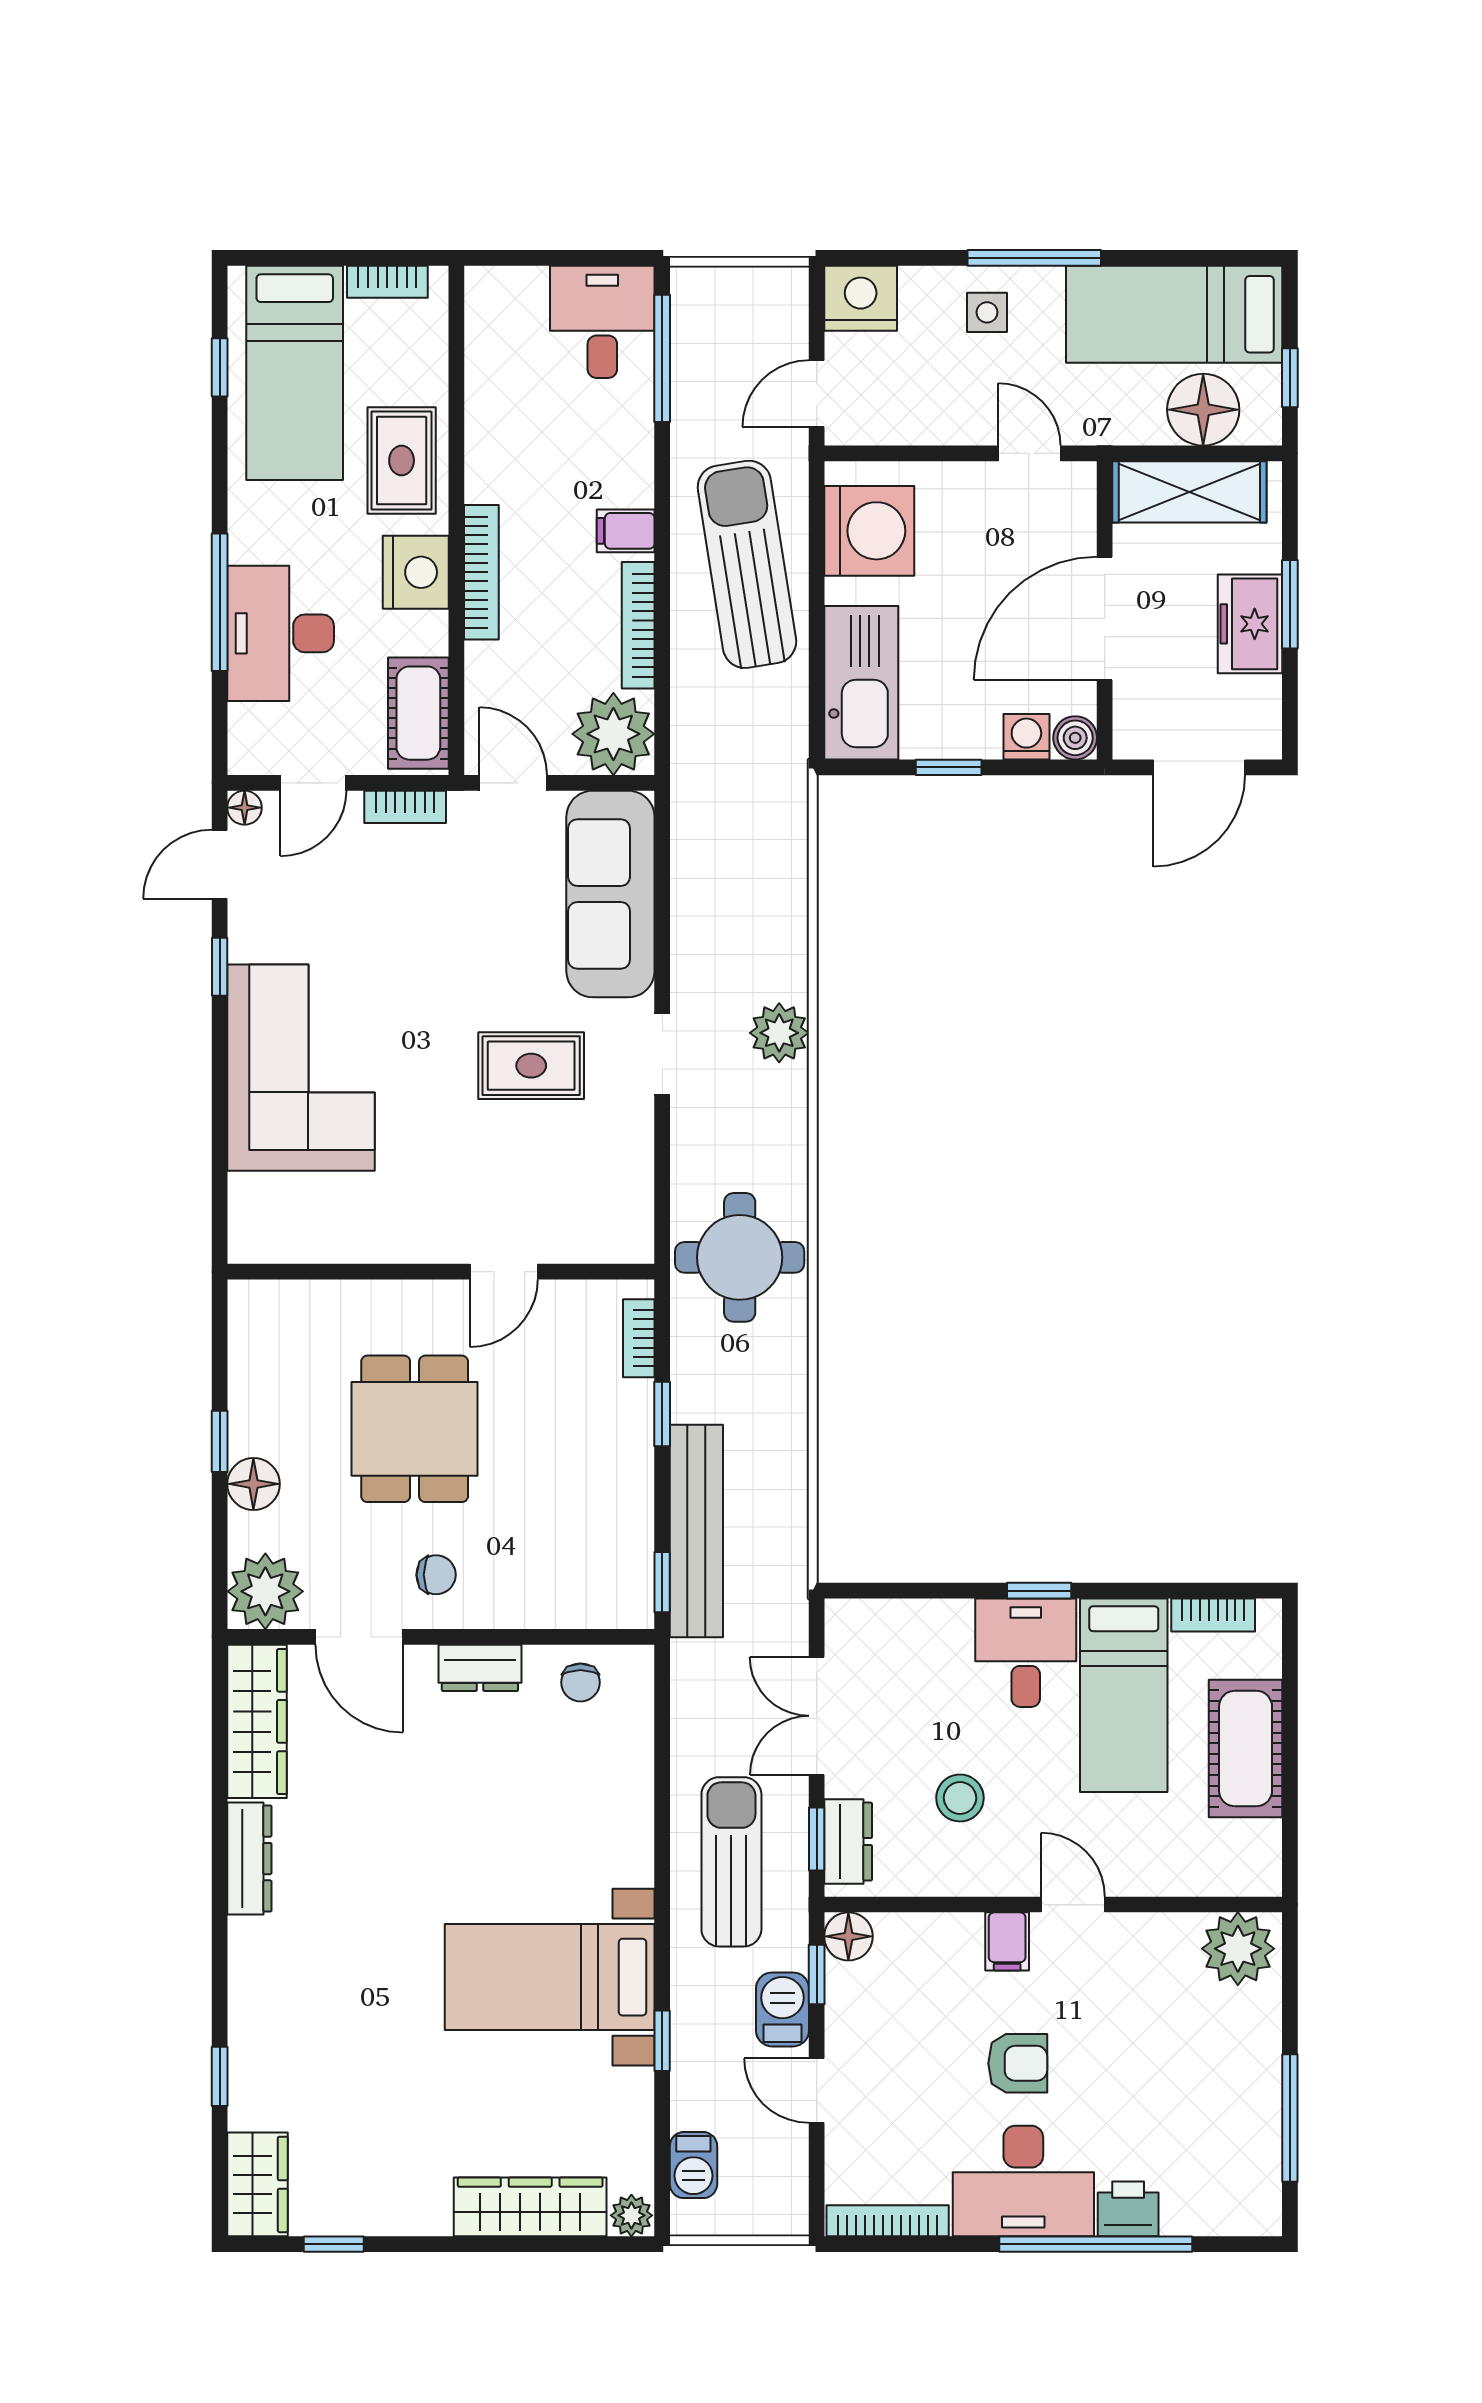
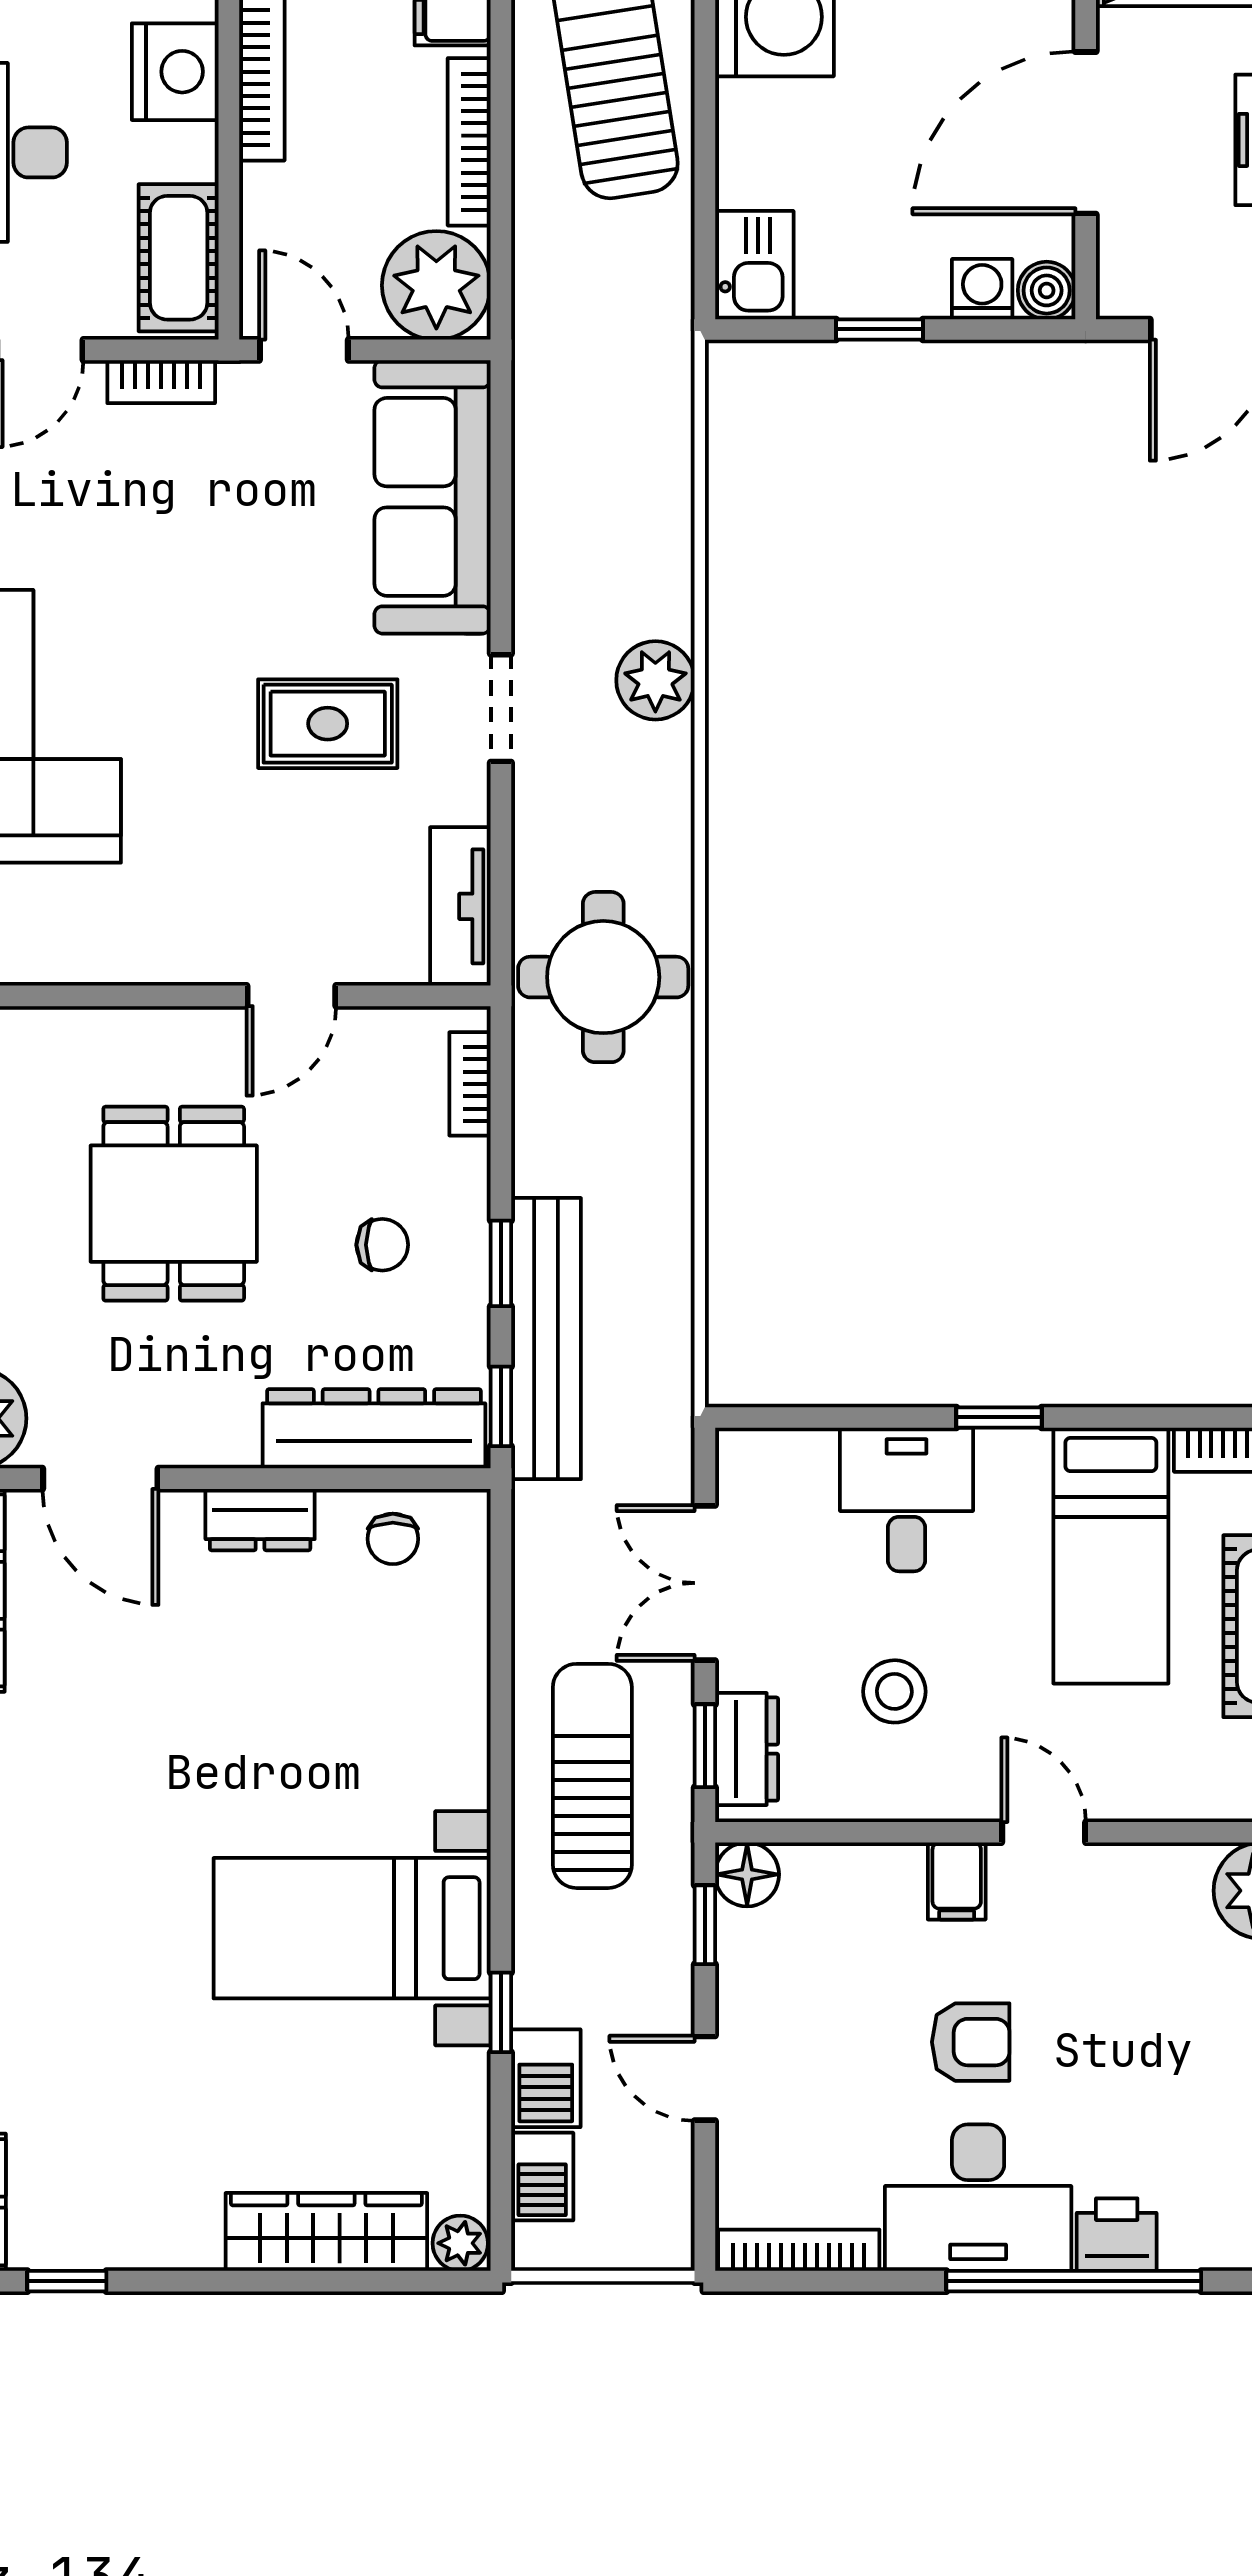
kitchen sink: (861, 683) -> (754, 265), width x0.53, depth x0.81
tv unit: (632, 1204) -> (460, 906), added
window: (662, 1414) -> (501, 1263), moved
chair: (436, 1575) -> (382, 1245), moved
dresser: (566, 1599) -> (374, 1429), added
desk: (1026, 1653) -> (906, 1500), moved
barbecue: (782, 2009) -> (546, 2078), moved, turned 180

